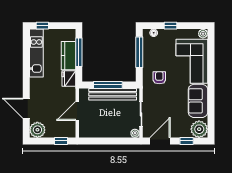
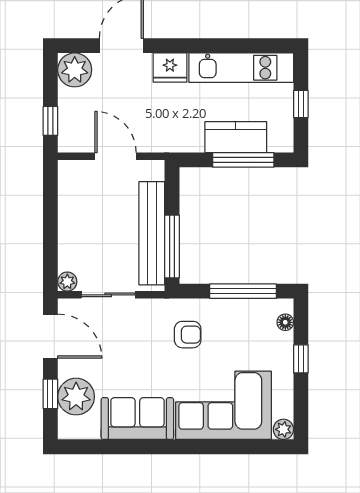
window: (42, 26) -> (301, 104), moved
fridge: (69, 79) -> (170, 68), moved, turned 180
window: (108, 85) -> (172, 246), moved
plant: (199, 129) -> (76, 397), moved

